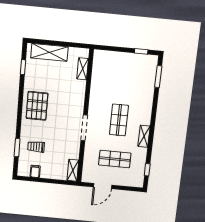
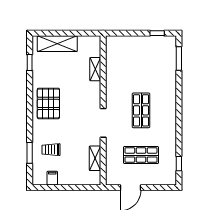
shelving: (83, 69) -> (95, 69), moved
shelving: (144, 136) -> (171, 126), removed
shelving: (73, 170) -> (95, 158), moved

